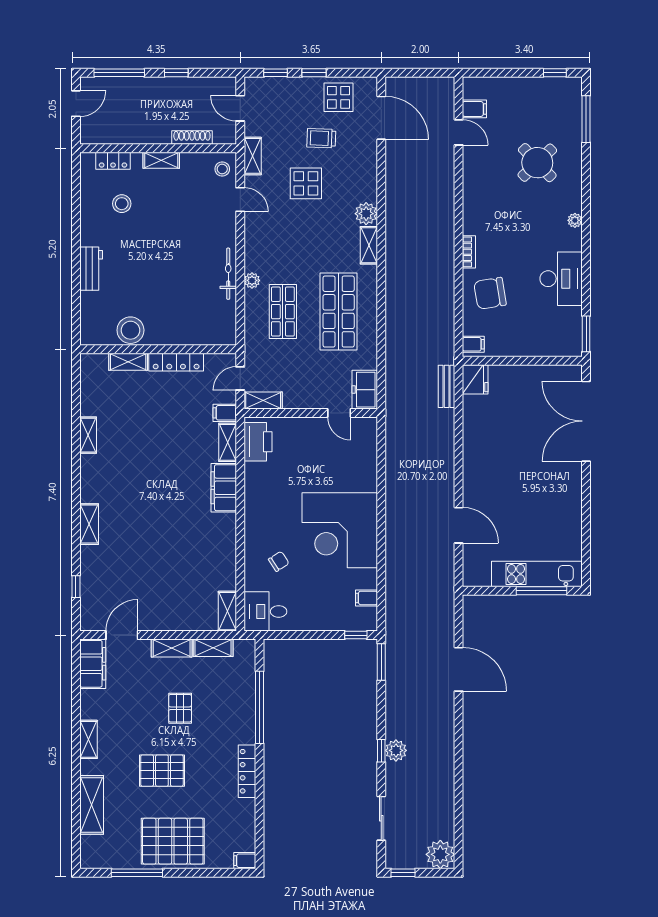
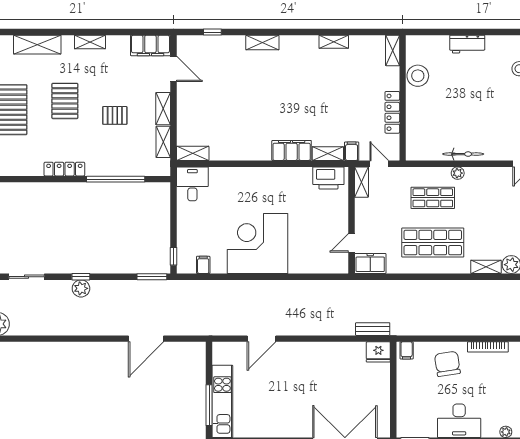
bookcase: (469, 252) -> (488, 347), width x1.56
shelving: (128, 362) -> (393, 51), moved
chair: (279, 561) -> (233, 195), removed

